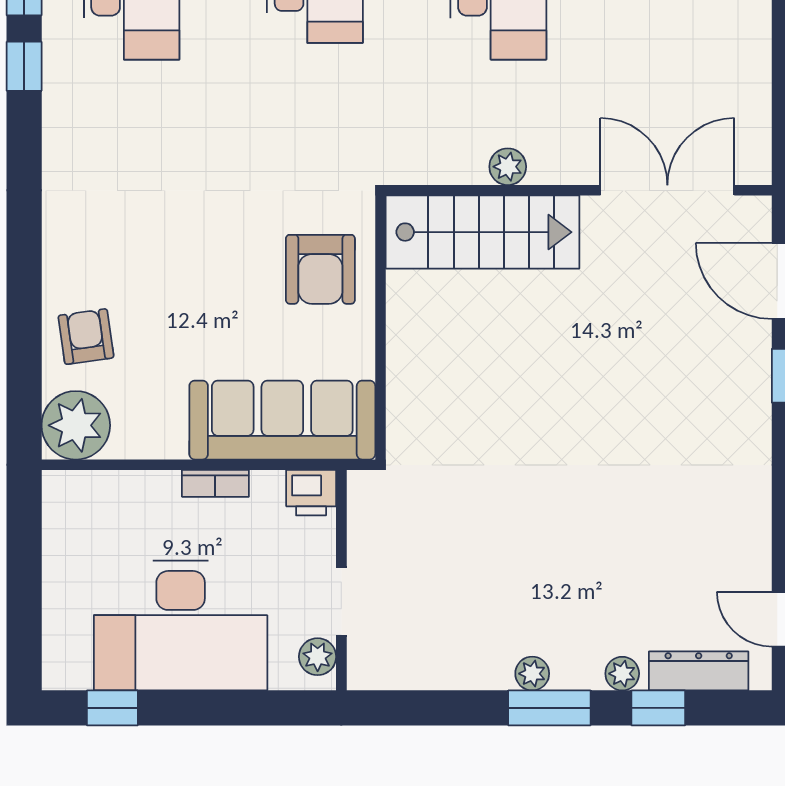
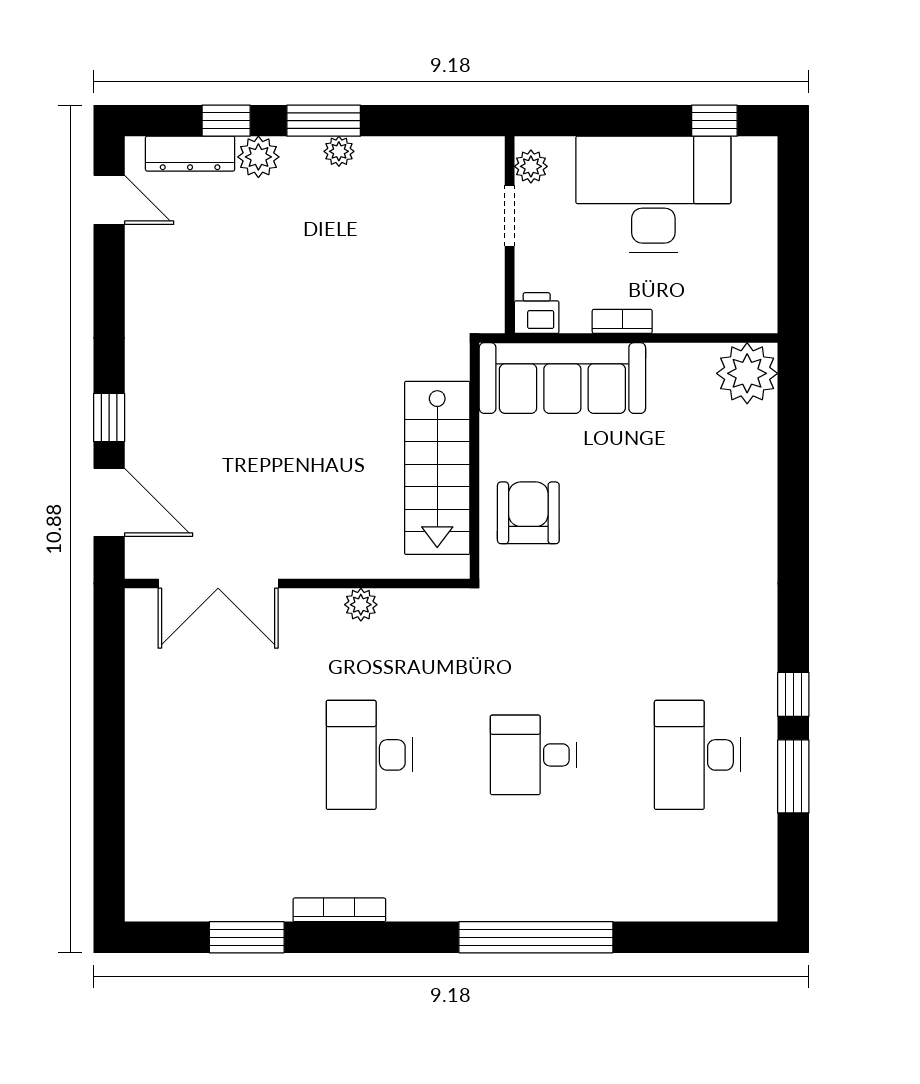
stairs: (483, 232) -> (437, 468), moved, turned -90
armchair: (86, 337) -> (738, 453), removed
plant: (622, 674) -> (258, 157), width x1.38, depth x1.38

